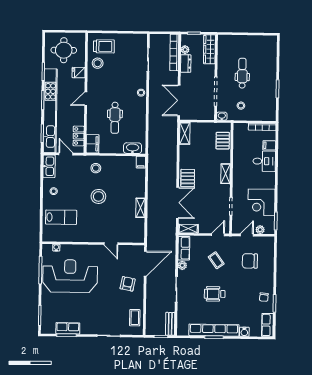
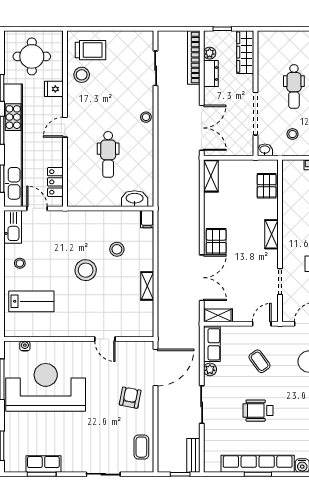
dental chair: (242, 73) -> (294, 87), turned 180
double door: (179, 101) -> (202, 128), swing flipped
filing cabinet: (93, 144) -> (76, 193), removed
stool: (96, 168) -> (117, 249), moved

